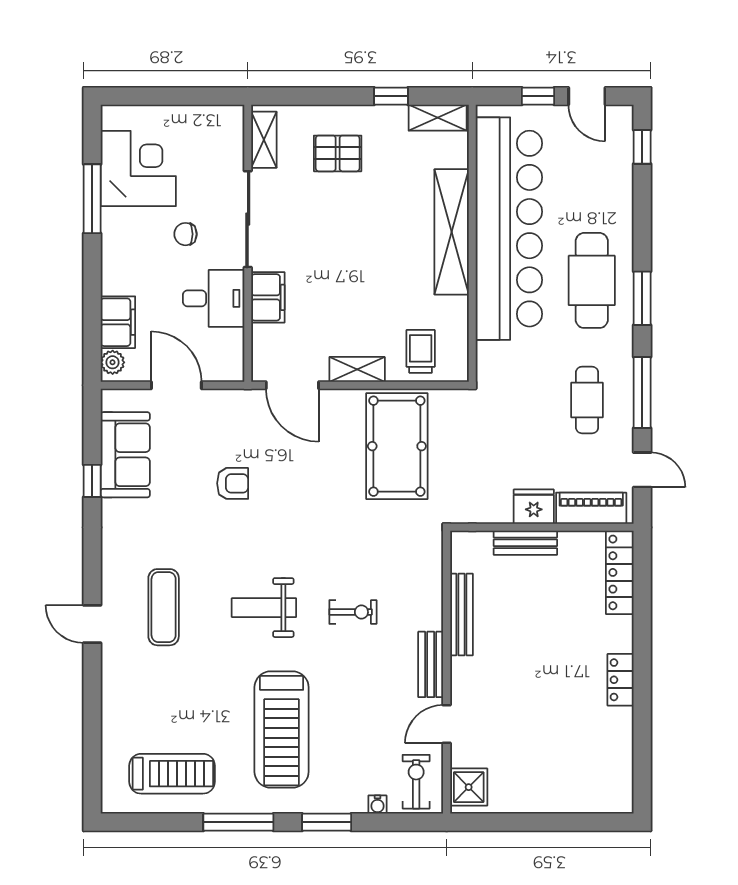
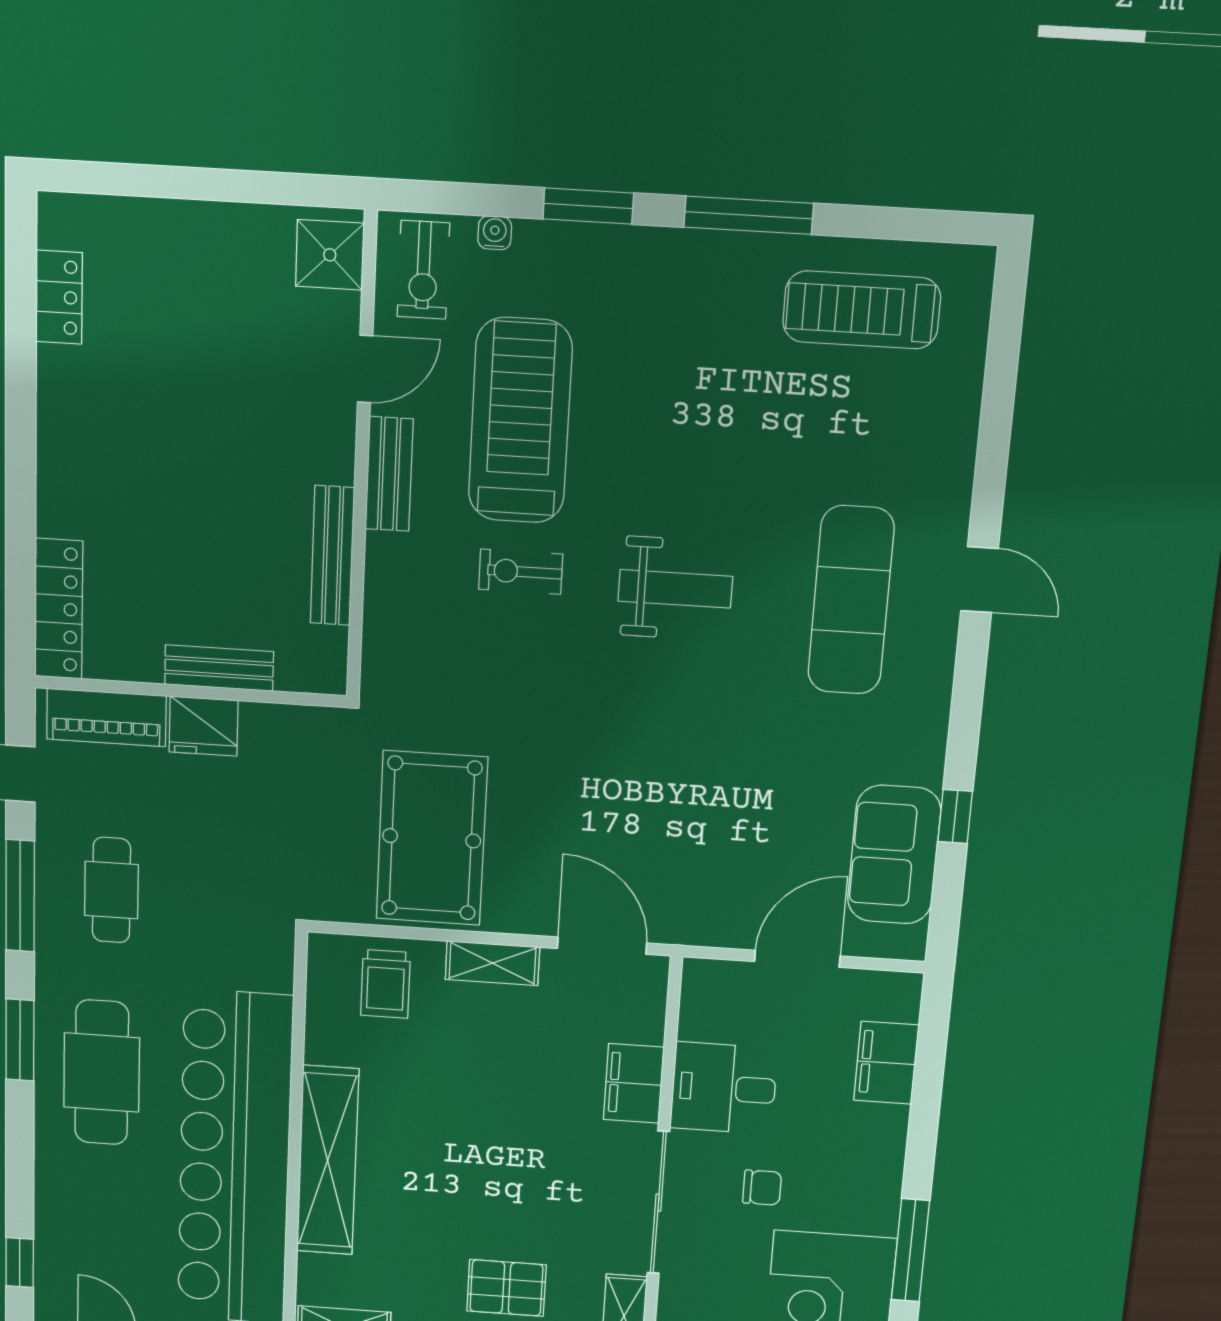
plant: (113, 362) -> (901, 1002), removed
door: (176, 385) -> (797, 959), swing flipped
armchair: (233, 483) -> (714, 797), removed
exercise mat: (164, 607) -> (851, 600), width x1.36, depth x1.45
locker: (620, 680) -> (59, 297), moved
treadmill: (282, 729) -> (520, 421), moved

